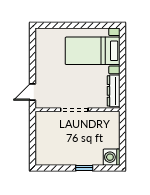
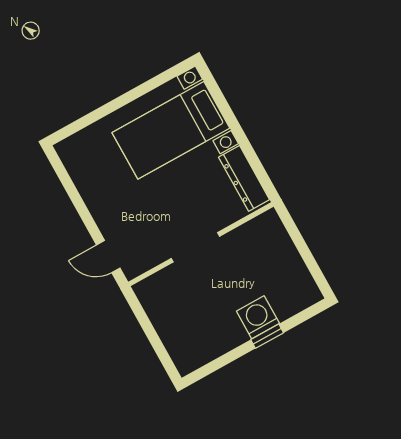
door: (33, 92) -> (108, 256), hinge flipped
washing machine: (112, 157) -> (258, 317), moved, turned 90

